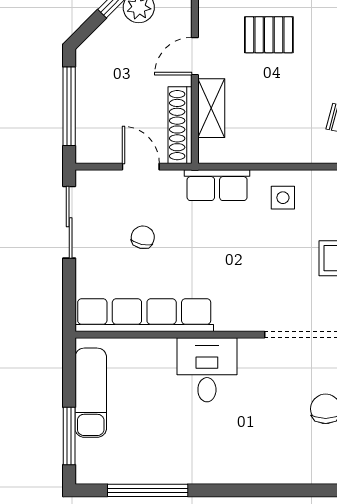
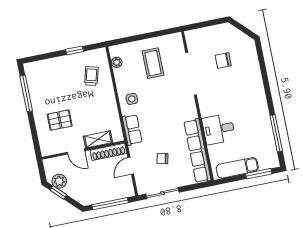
pallet: (269, 35) -> (60, 120), turned 90
desk: (207, 370) -> (219, 129), moved

